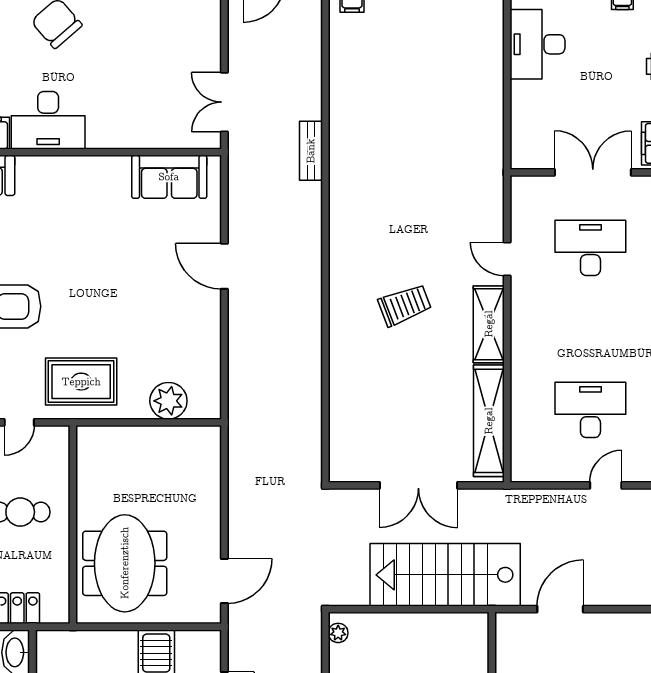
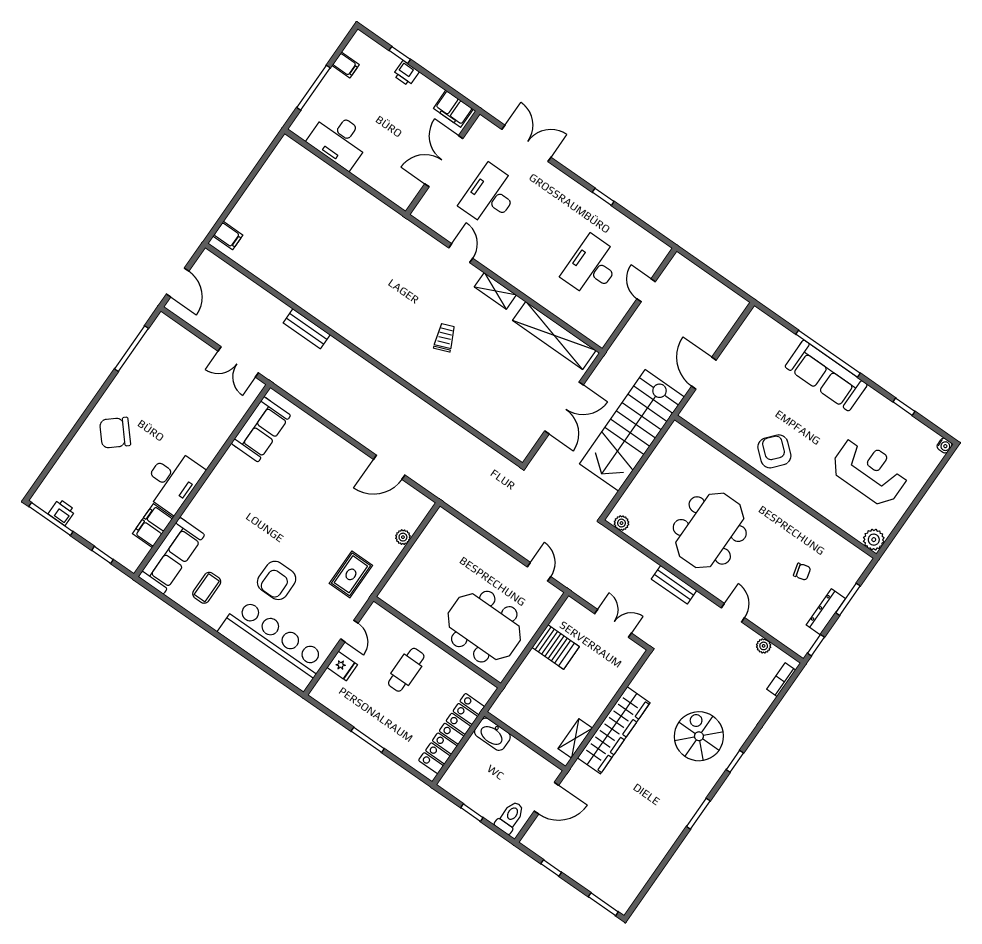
door: (507, 259) -> (461, 253), swing flipped
door: (224, 266) -> (389, 467), moved
trolley: (405, 305) -> (445, 338), width x0.73, depth x0.72
shelving: (489, 324) -> (495, 291), width x0.67, depth x0.75
rug: (81, 382) -> (351, 574), width x0.73, depth x0.70
plant: (168, 401) -> (403, 537), width x0.53, depth x0.53
door: (224, 581) -> (539, 572), width x0.73

